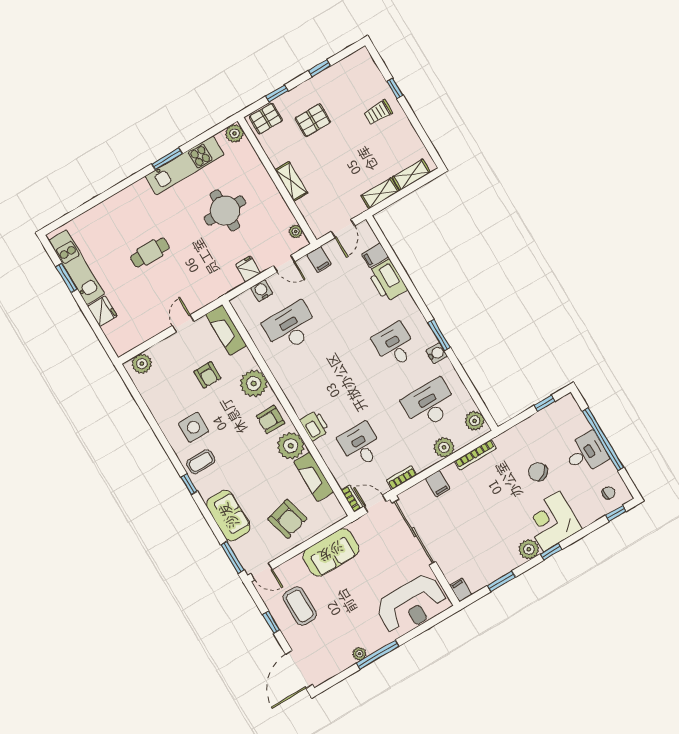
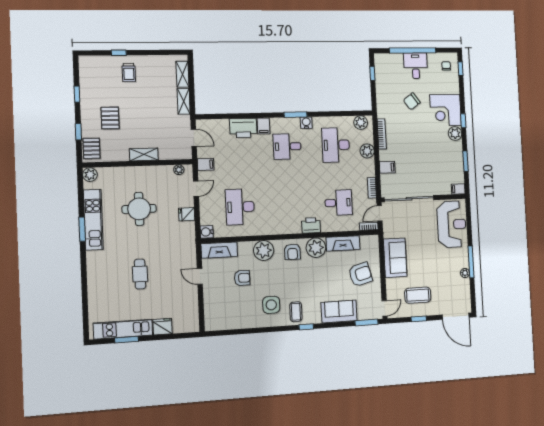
filing cabinet: (375, 255) -> (263, 126), moved
water cooler: (262, 291) -> (207, 232), moved
plant: (142, 364) -> (212, 318), removed
desk: (361, 445) -> (339, 203), turned 180

